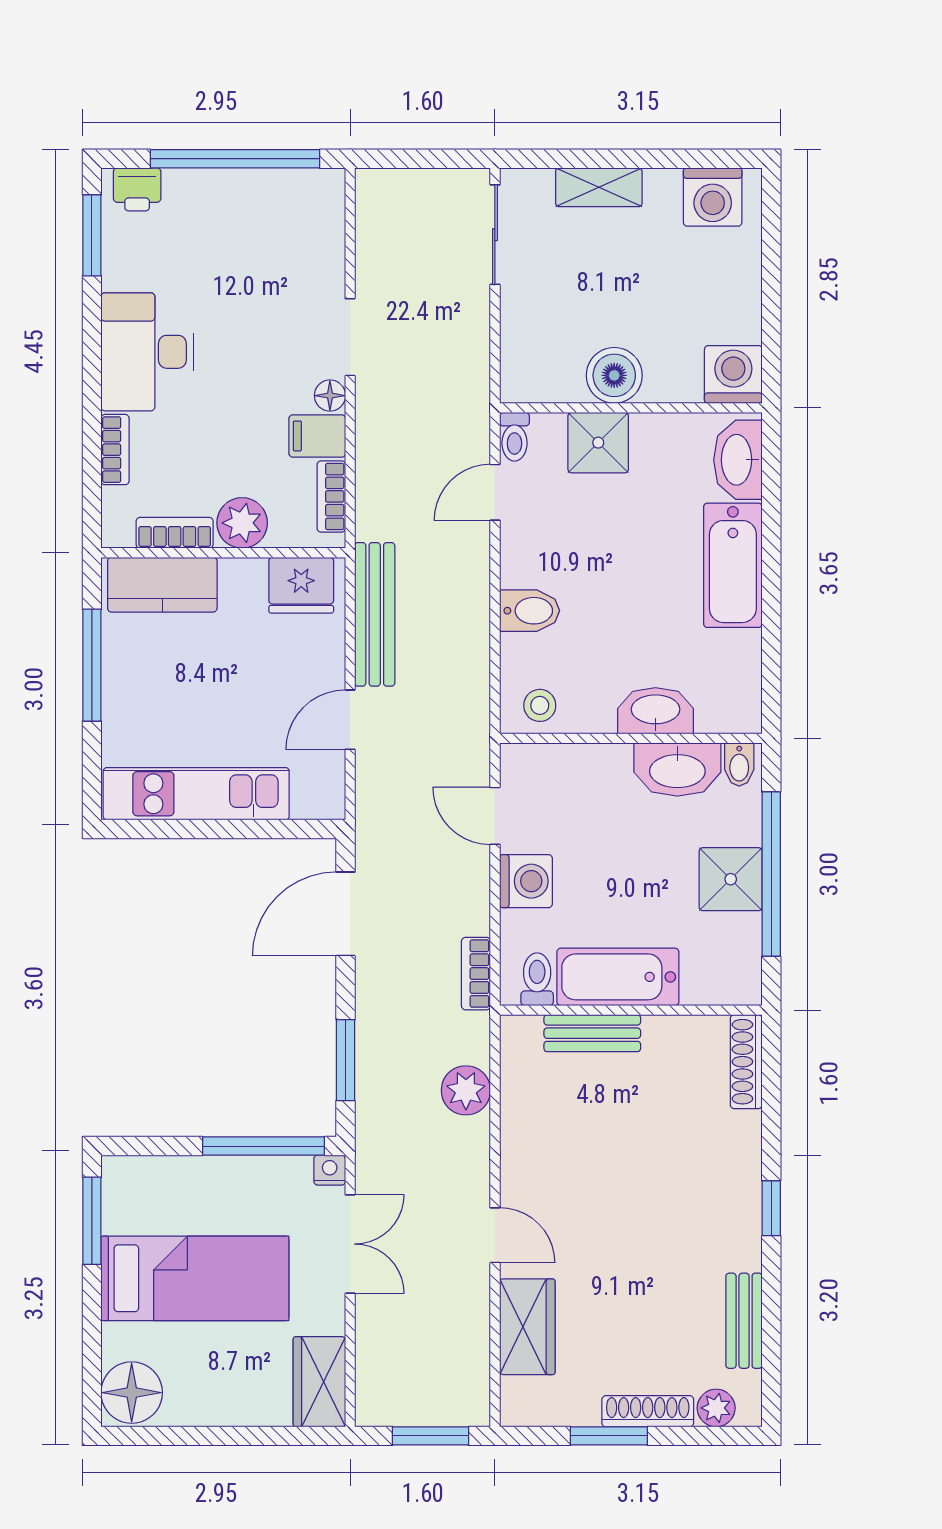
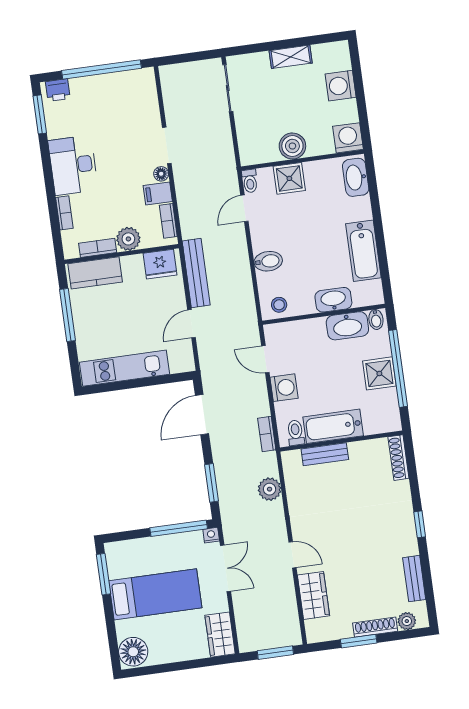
shelving: (599, 187) -> (291, 57), moved
washing machine: (713, 197) -> (341, 86), moved, turned 90
bathtub: (733, 565) -> (363, 251), moved

